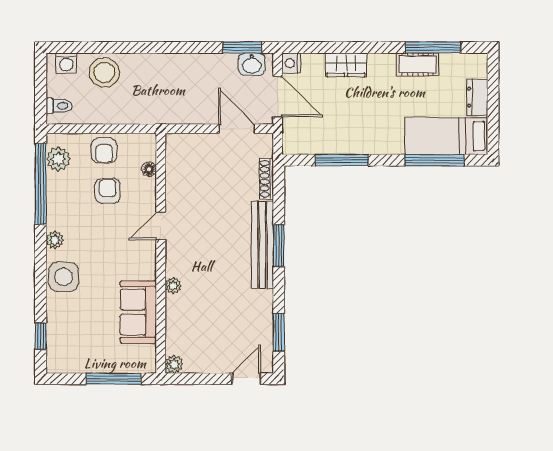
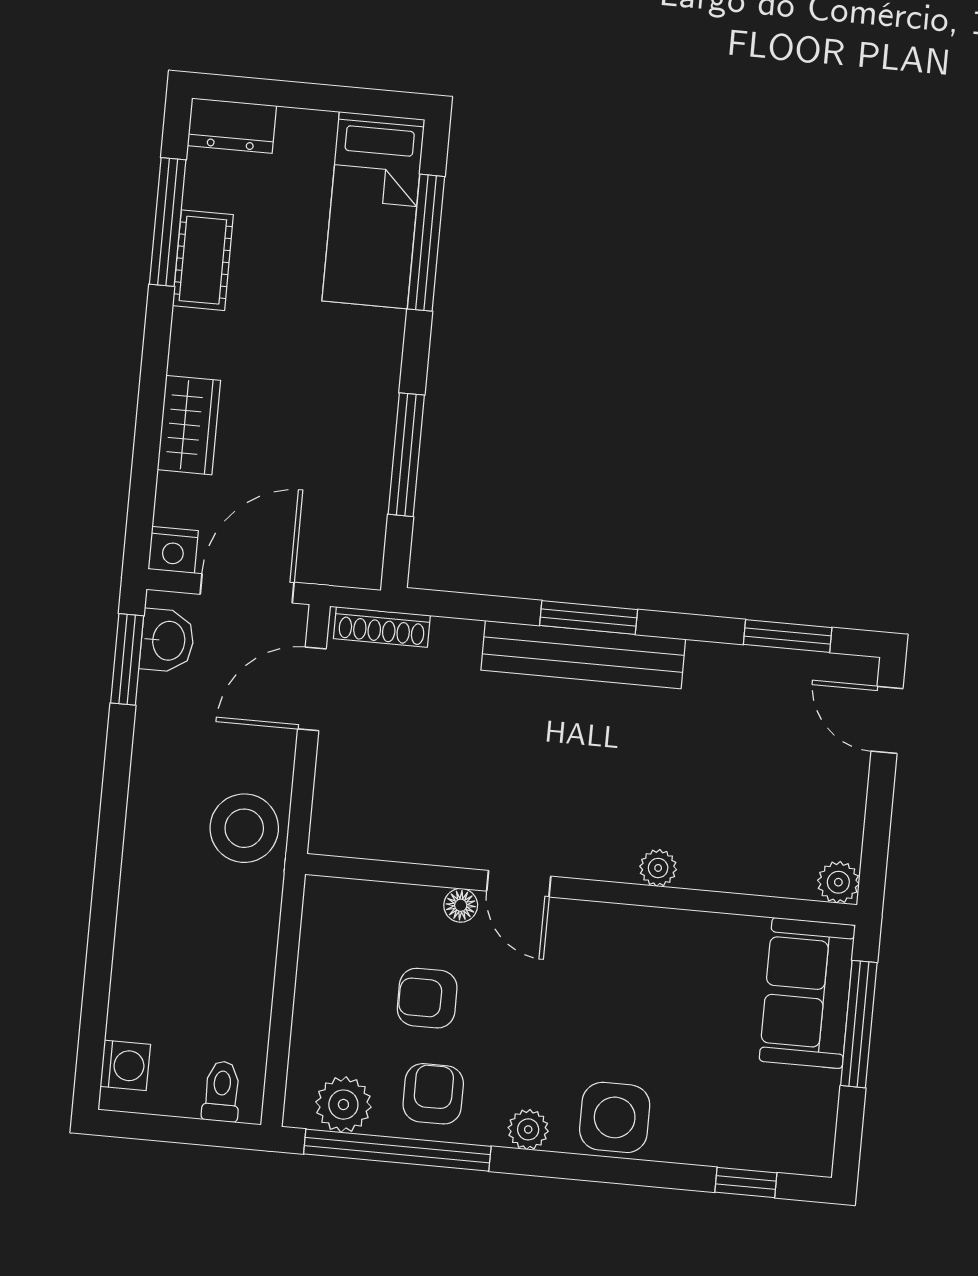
stool: (104, 73) -> (244, 828), moved
dresser: (477, 97) -> (232, 126), moved
armchair: (104, 150) -> (433, 1094), moved, turned -90
floor lamp: (149, 169) -> (461, 905), moved
shoe rack: (266, 179) -> (382, 627), moved
sofa: (138, 312) -> (807, 993), moved, turned 90

